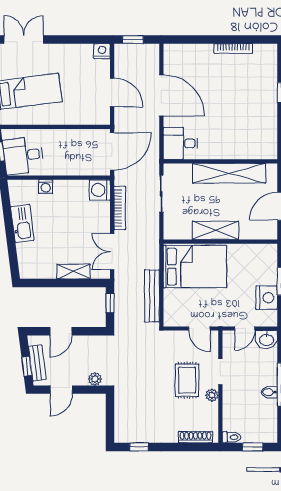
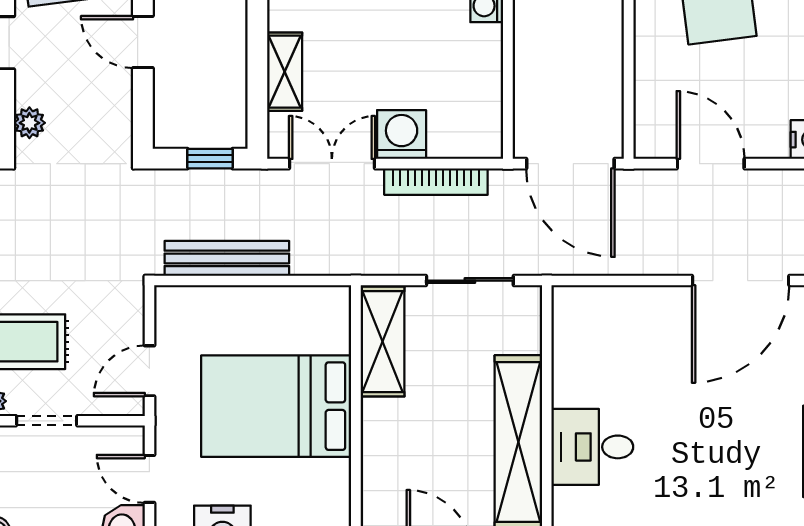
door: (112, 92) -> (711, 164), swing flipped
door: (161, 95) -> (741, 281), moved
desk: (180, 143) -> (592, 447), moved, turned -90
washing machine: (100, 190) -> (402, 134), moved
shelving: (216, 230) -> (383, 342), moved
bed: (195, 267) -> (276, 406), moved, turned 90

